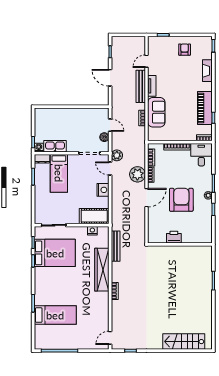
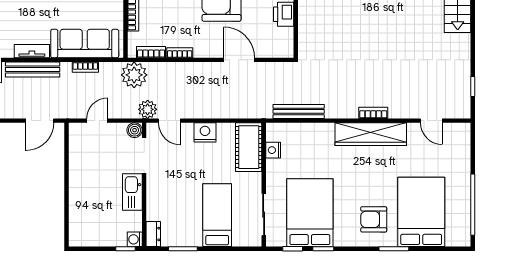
door: (110, 78) -> (40, 121), moved
sofa: (156, 112) -> (85, 44), width x1.36
boiler: (104, 137) -> (135, 130), moved
kitchen sink: (55, 146) -> (132, 192), moved
door: (110, 169) -> (169, 121), hinge flipped
bed: (59, 173) -> (217, 215), moved, turned -90
plant: (137, 174) -> (134, 75), moved
door: (146, 198) -> (239, 60), moved
wardrobe: (102, 270) -> (371, 134), moved
armchair: (51, 291) -> (374, 219), added
bed: (55, 315) -> (421, 212), width x1.50
door: (110, 338) -> (431, 121), moved

